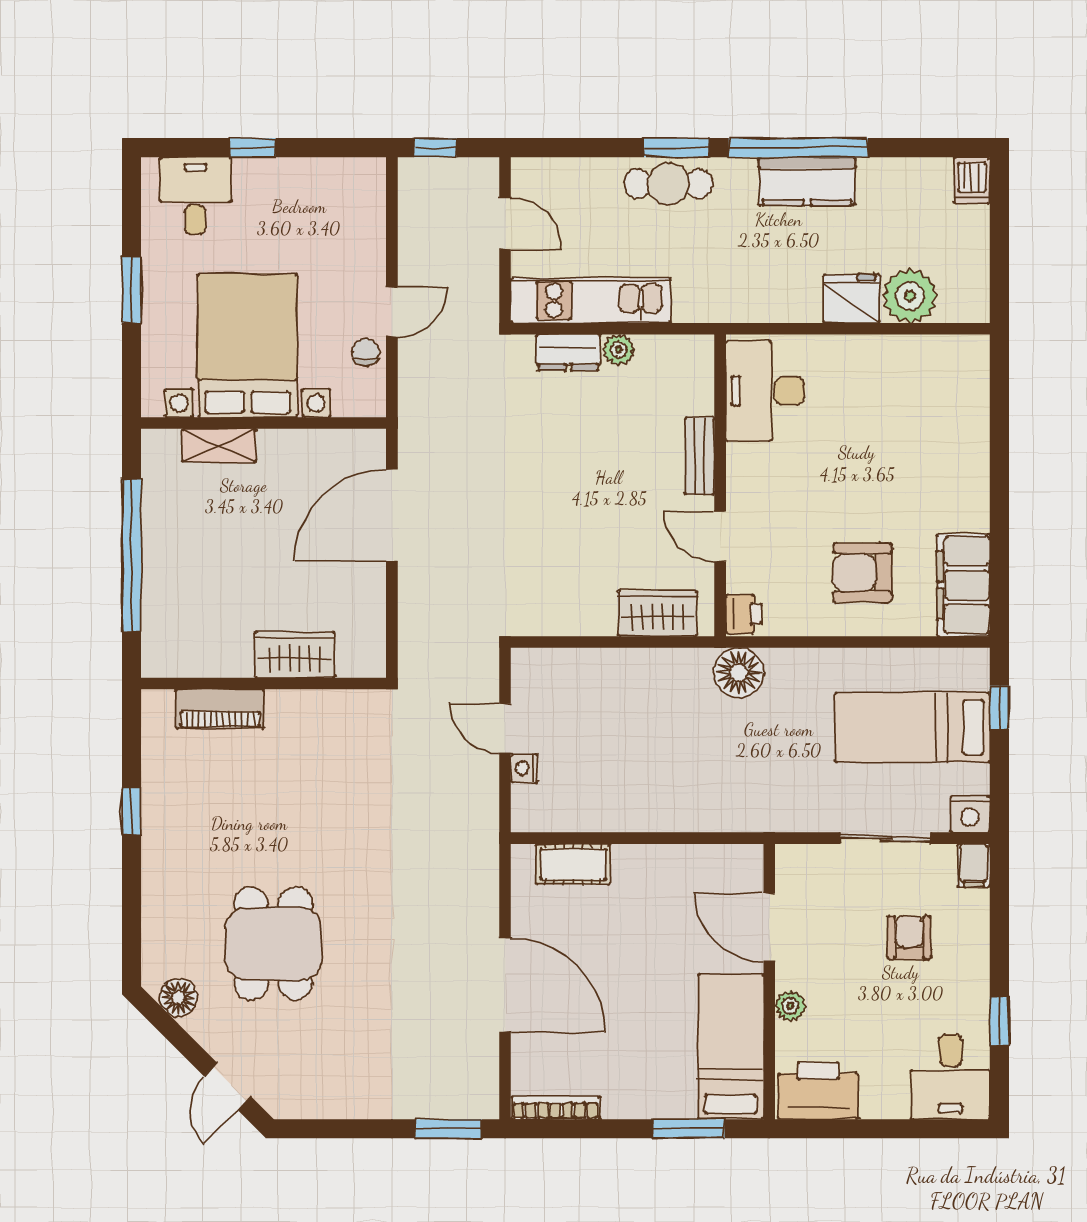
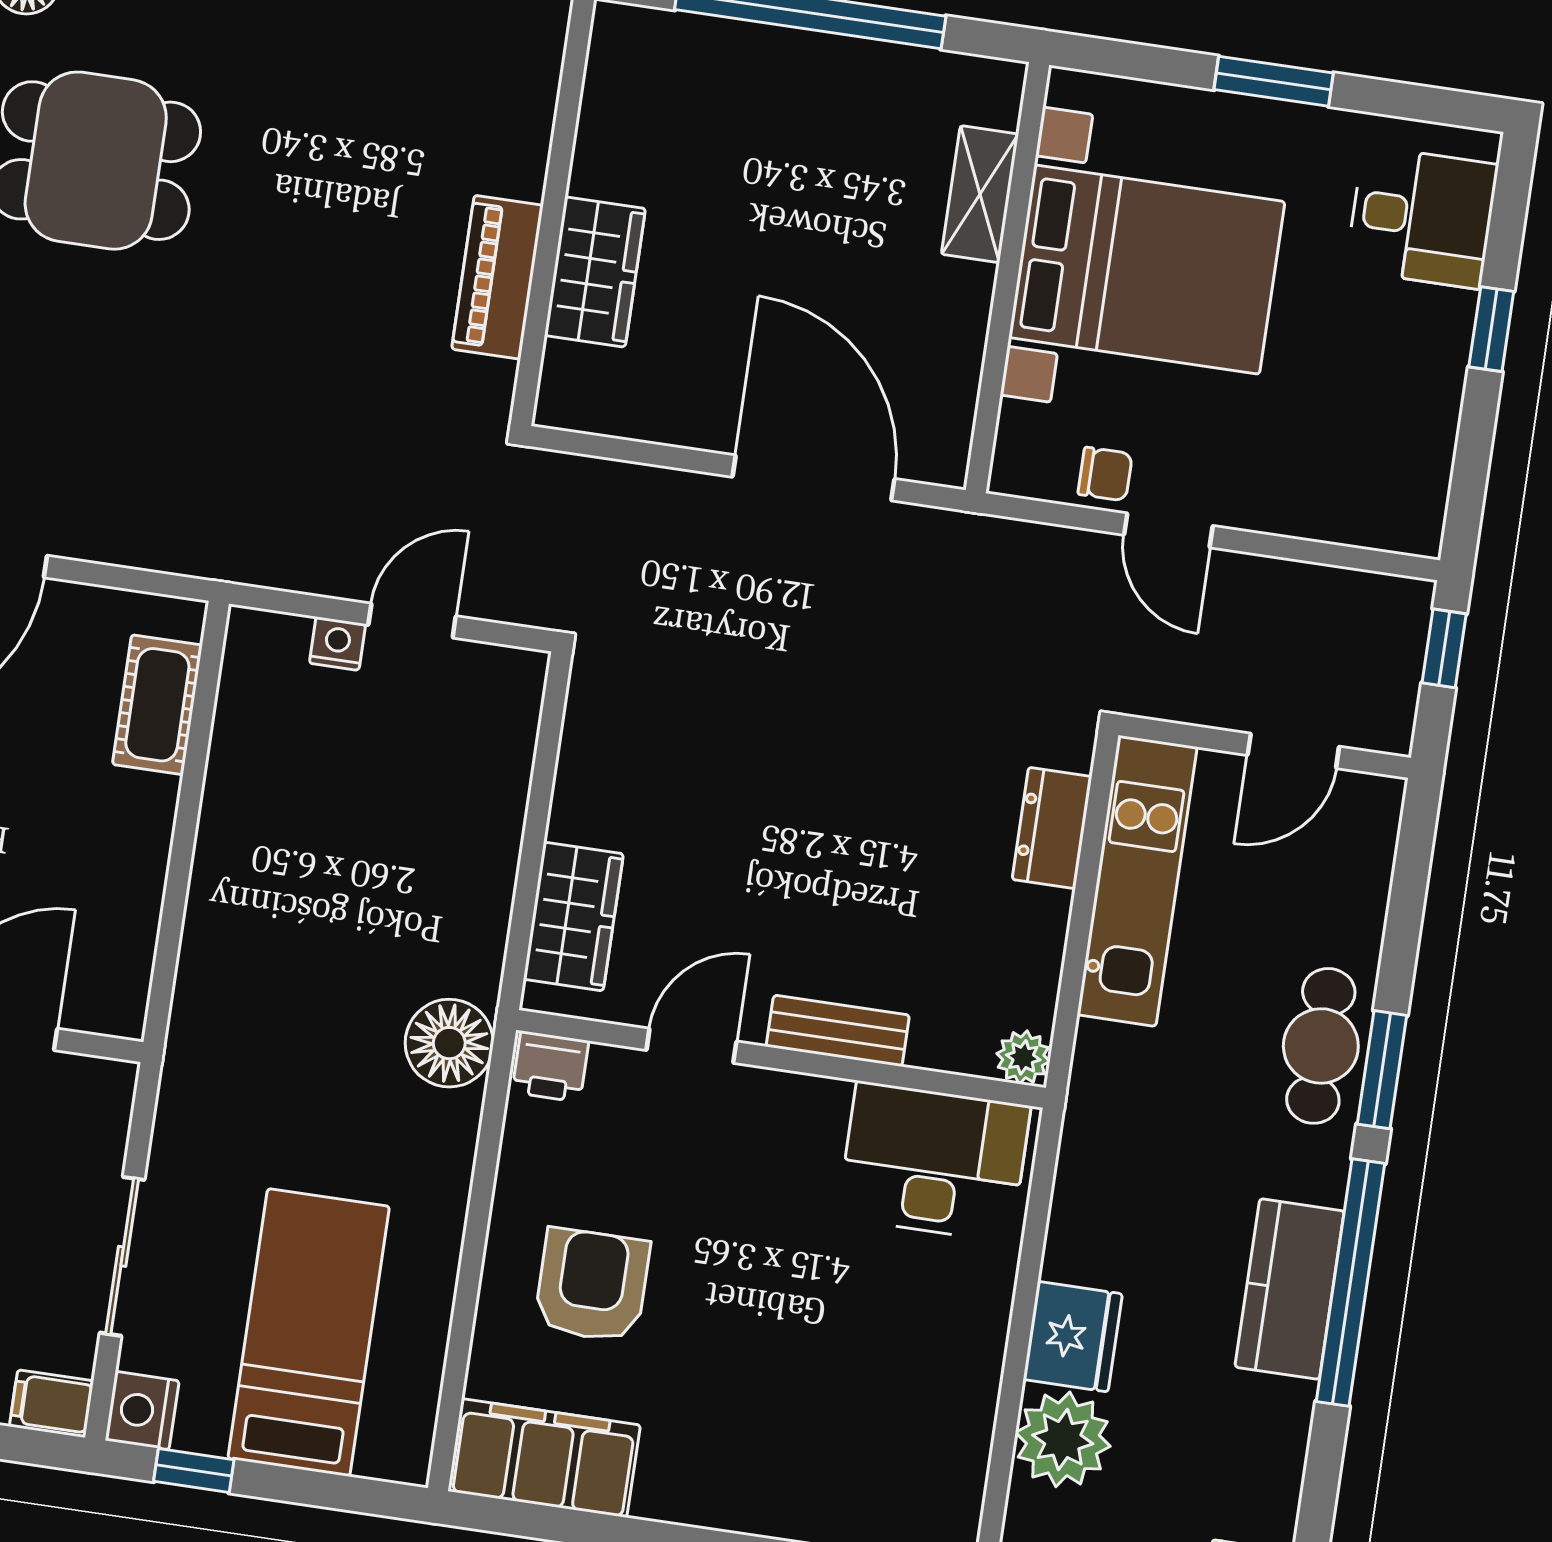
plant: (619, 350) -> (1023, 1057), moved
window: (999, 707) -> (194, 1471), moved
piano: (220, 709) -> (497, 277), moved

